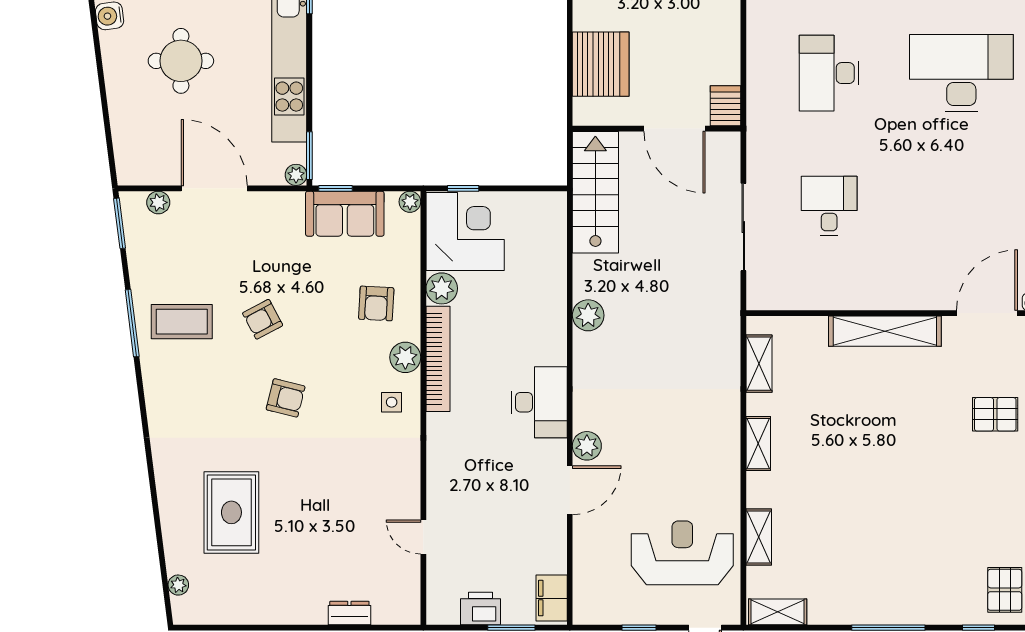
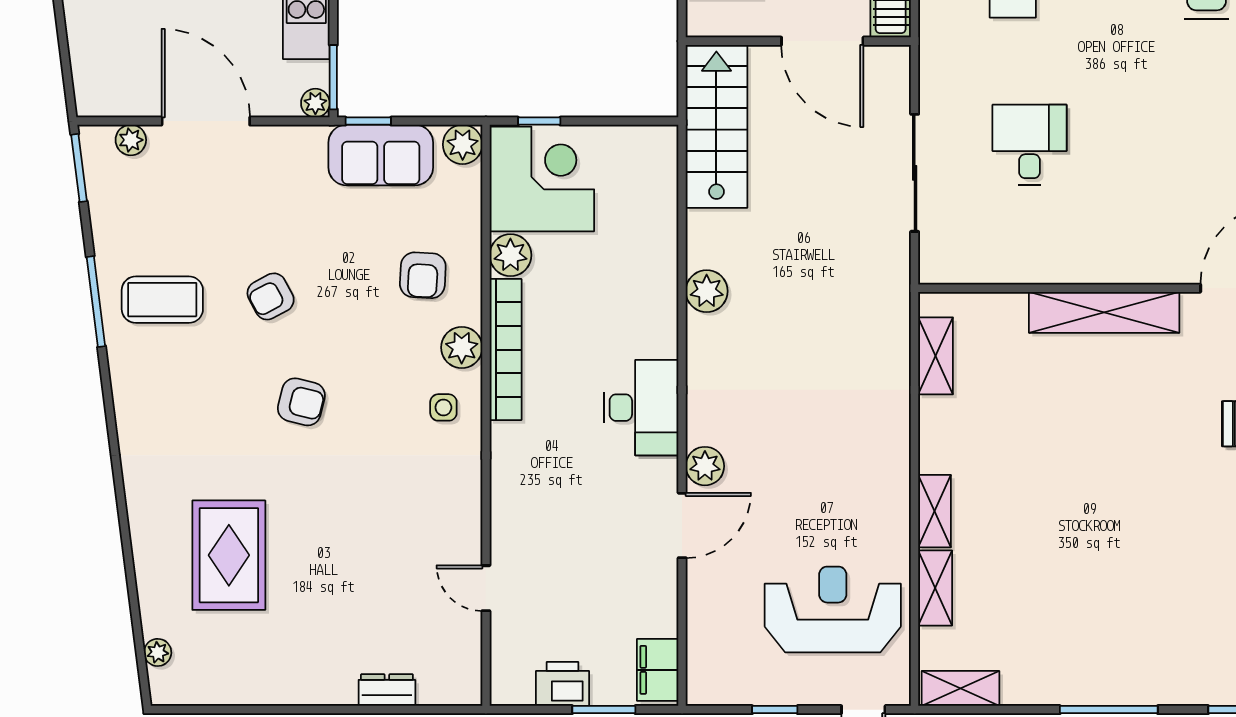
plant: (410, 202) -> (463, 144), width x1.38, depth x1.38
shelving: (758, 444) -> (935, 511), moved

